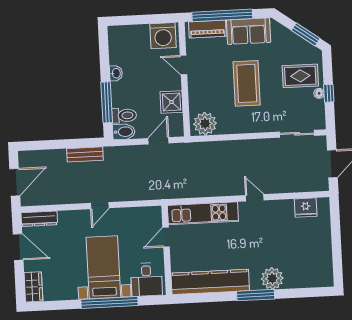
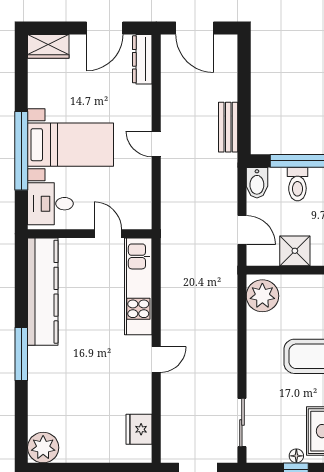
toilet: (124, 115) -> (297, 184), moved
plant: (272, 278) -> (43, 448), moved

